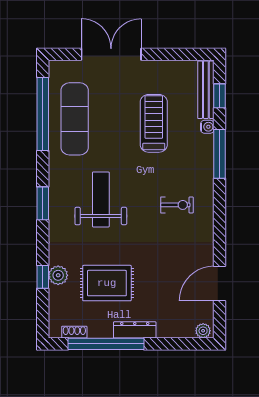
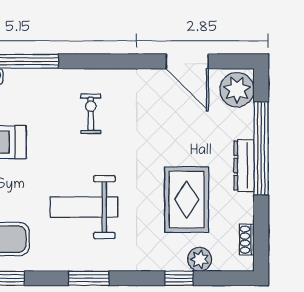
plant: (58, 275) -> (200, 259), moved
plant: (203, 331) -> (237, 90), width x1.87, depth x1.87
window: (106, 344) -> (261, 149), moved

